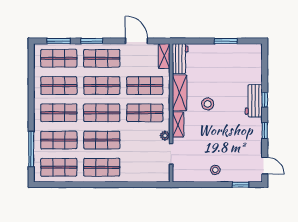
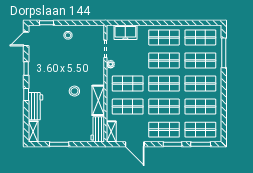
workbench: (254, 101) -> (35, 106), moved
shelving: (178, 124) -> (33, 131), moved
door: (265, 166) -> (26, 39), hinge flipped
freezer: (147, 173) -> (125, 32), added

